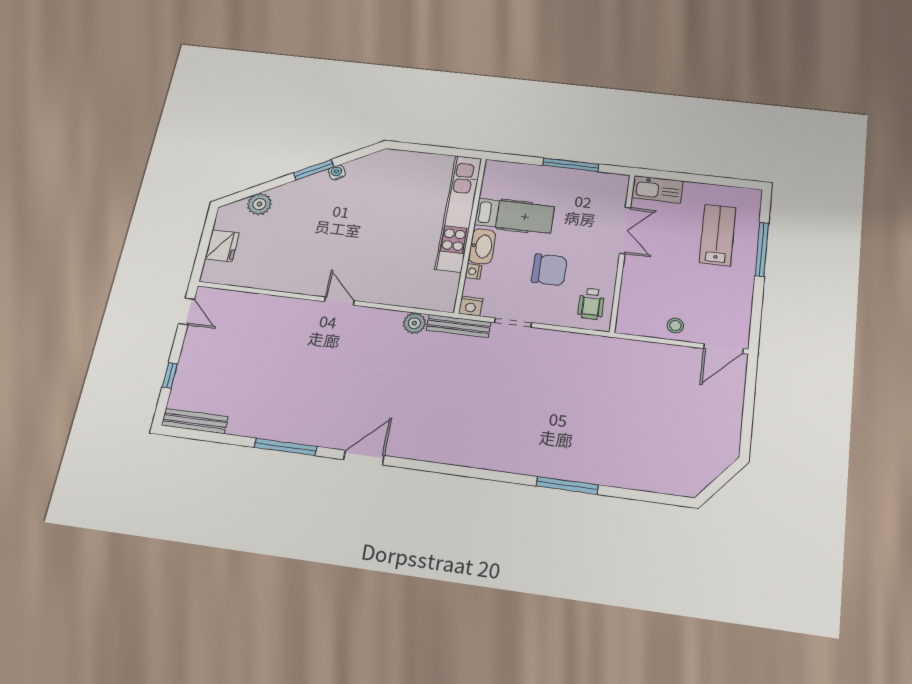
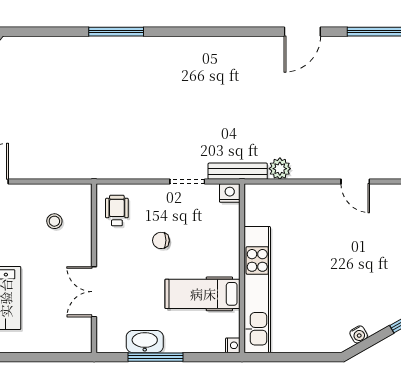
water cooler: (337, 172) -> (359, 334), moved
kitchen sink: (657, 189) -> (68, 340), removed
washbasin: (482, 246) -> (145, 342), moved, turned 90
chair: (549, 270) -> (161, 240), width x0.54, depth x0.54
nightstand: (473, 271) -> (233, 345), moved
stool: (675, 326) -> (54, 221), moved

